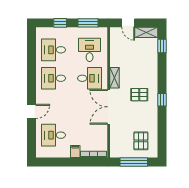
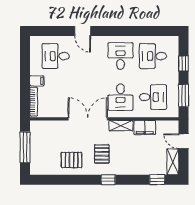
door: (128, 23) -> (184, 141), hinge flipped
desk: (54, 50) -> (153, 56), turned -90
filing cabinet: (116, 57) -> (145, 127), added
window: (162, 100) -> (108, 180), moved
desk: (54, 135) -> (56, 56), turned -90
pallet: (141, 141) -> (72, 160), moved

